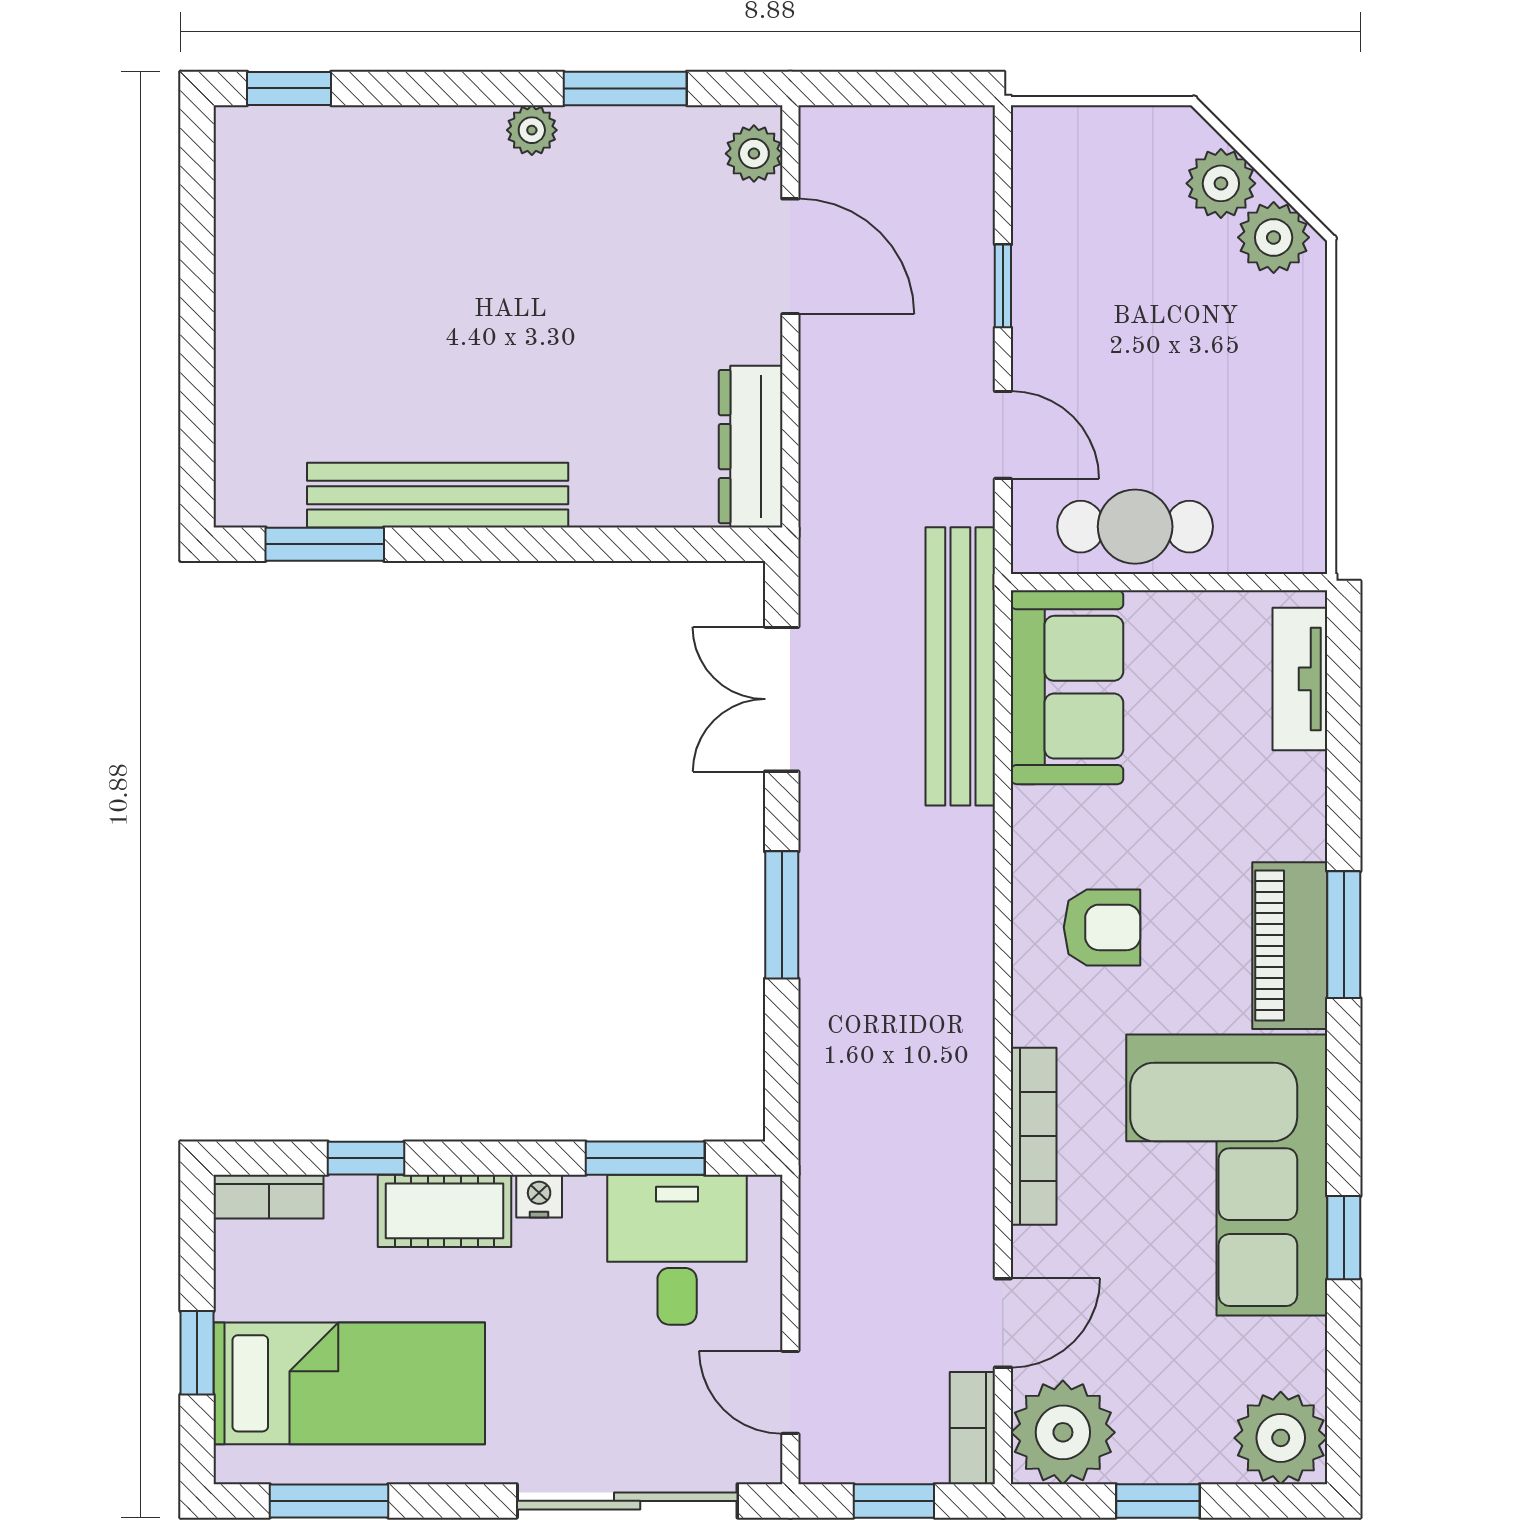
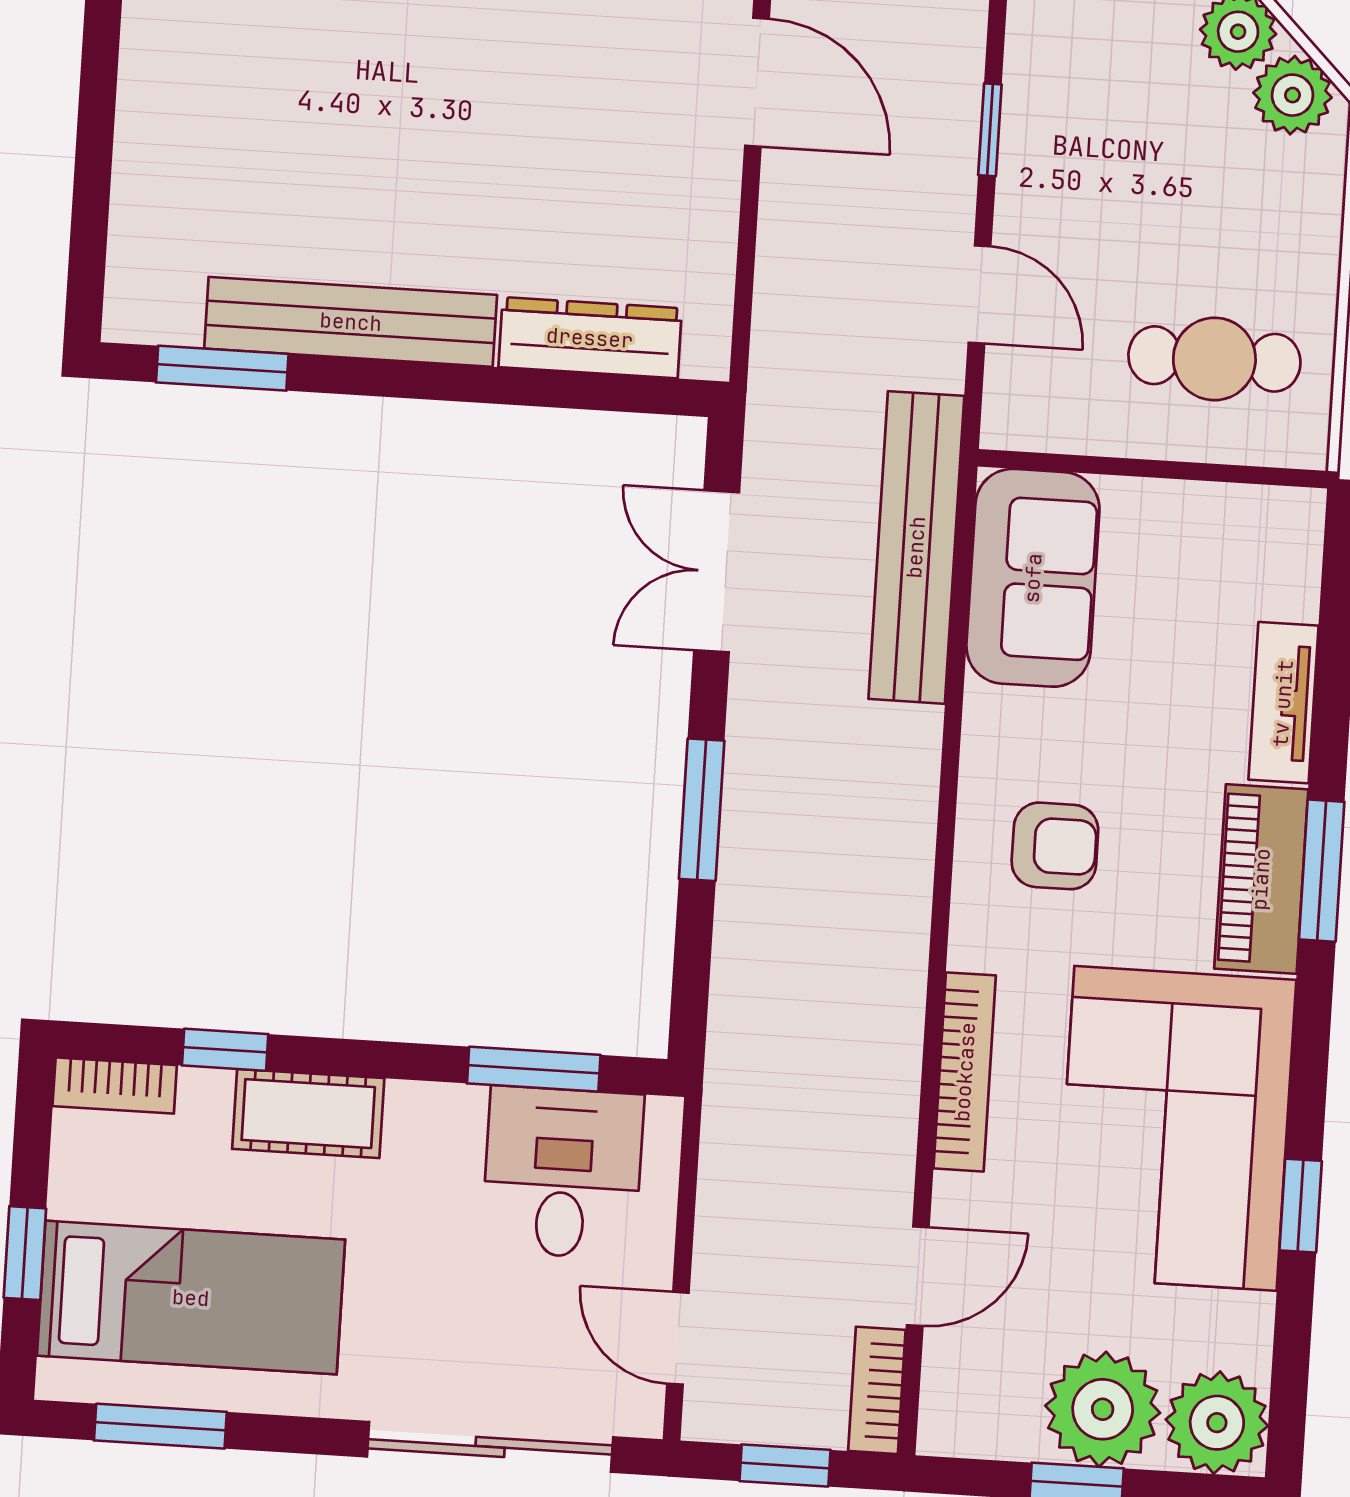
dresser: (751, 447) -> (590, 338), moved, turned 90
cafe table: (1135, 527) -> (1214, 359), moved
tv unit: (1300, 679) -> (1283, 703), moved
nightstand: (539, 1196) -> (414, 1104), removed
plant: (1063, 1432) -> (1103, 1409), moved

